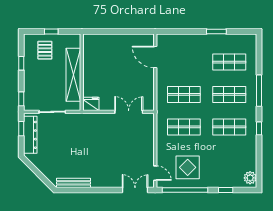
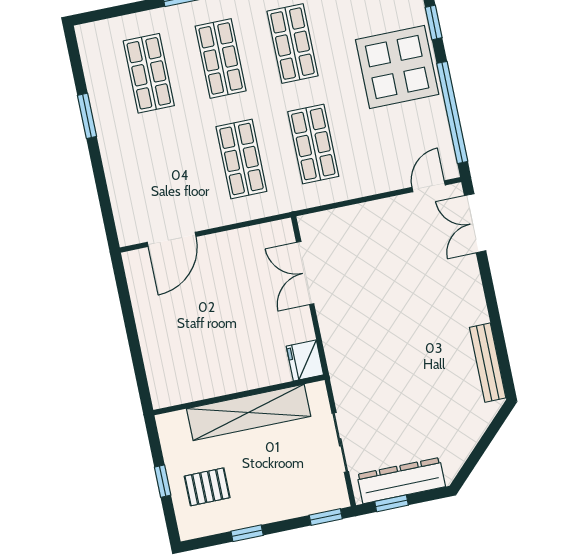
display table: (188, 167) -> (397, 67), moved, width x1.36, depth x1.36

